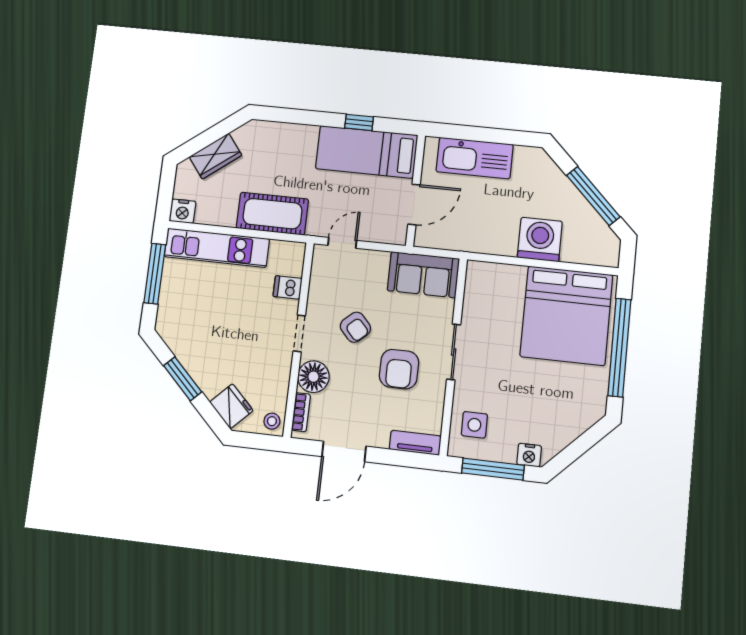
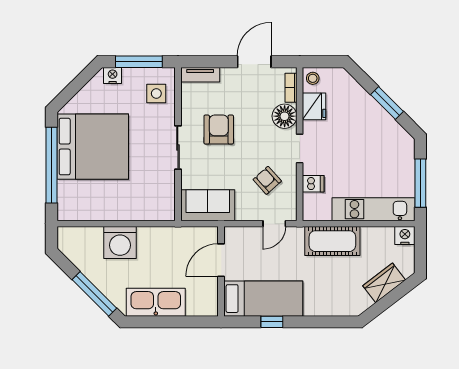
kitchen sink: (475, 158) -> (156, 302), moved
window: (593, 196) -> (94, 294), moved
bed: (566, 316) -> (93, 147), moved, turned 90
armchair: (355, 327) -> (267, 180), moved
fridge: (231, 406) -> (314, 106), moved, turned -135

